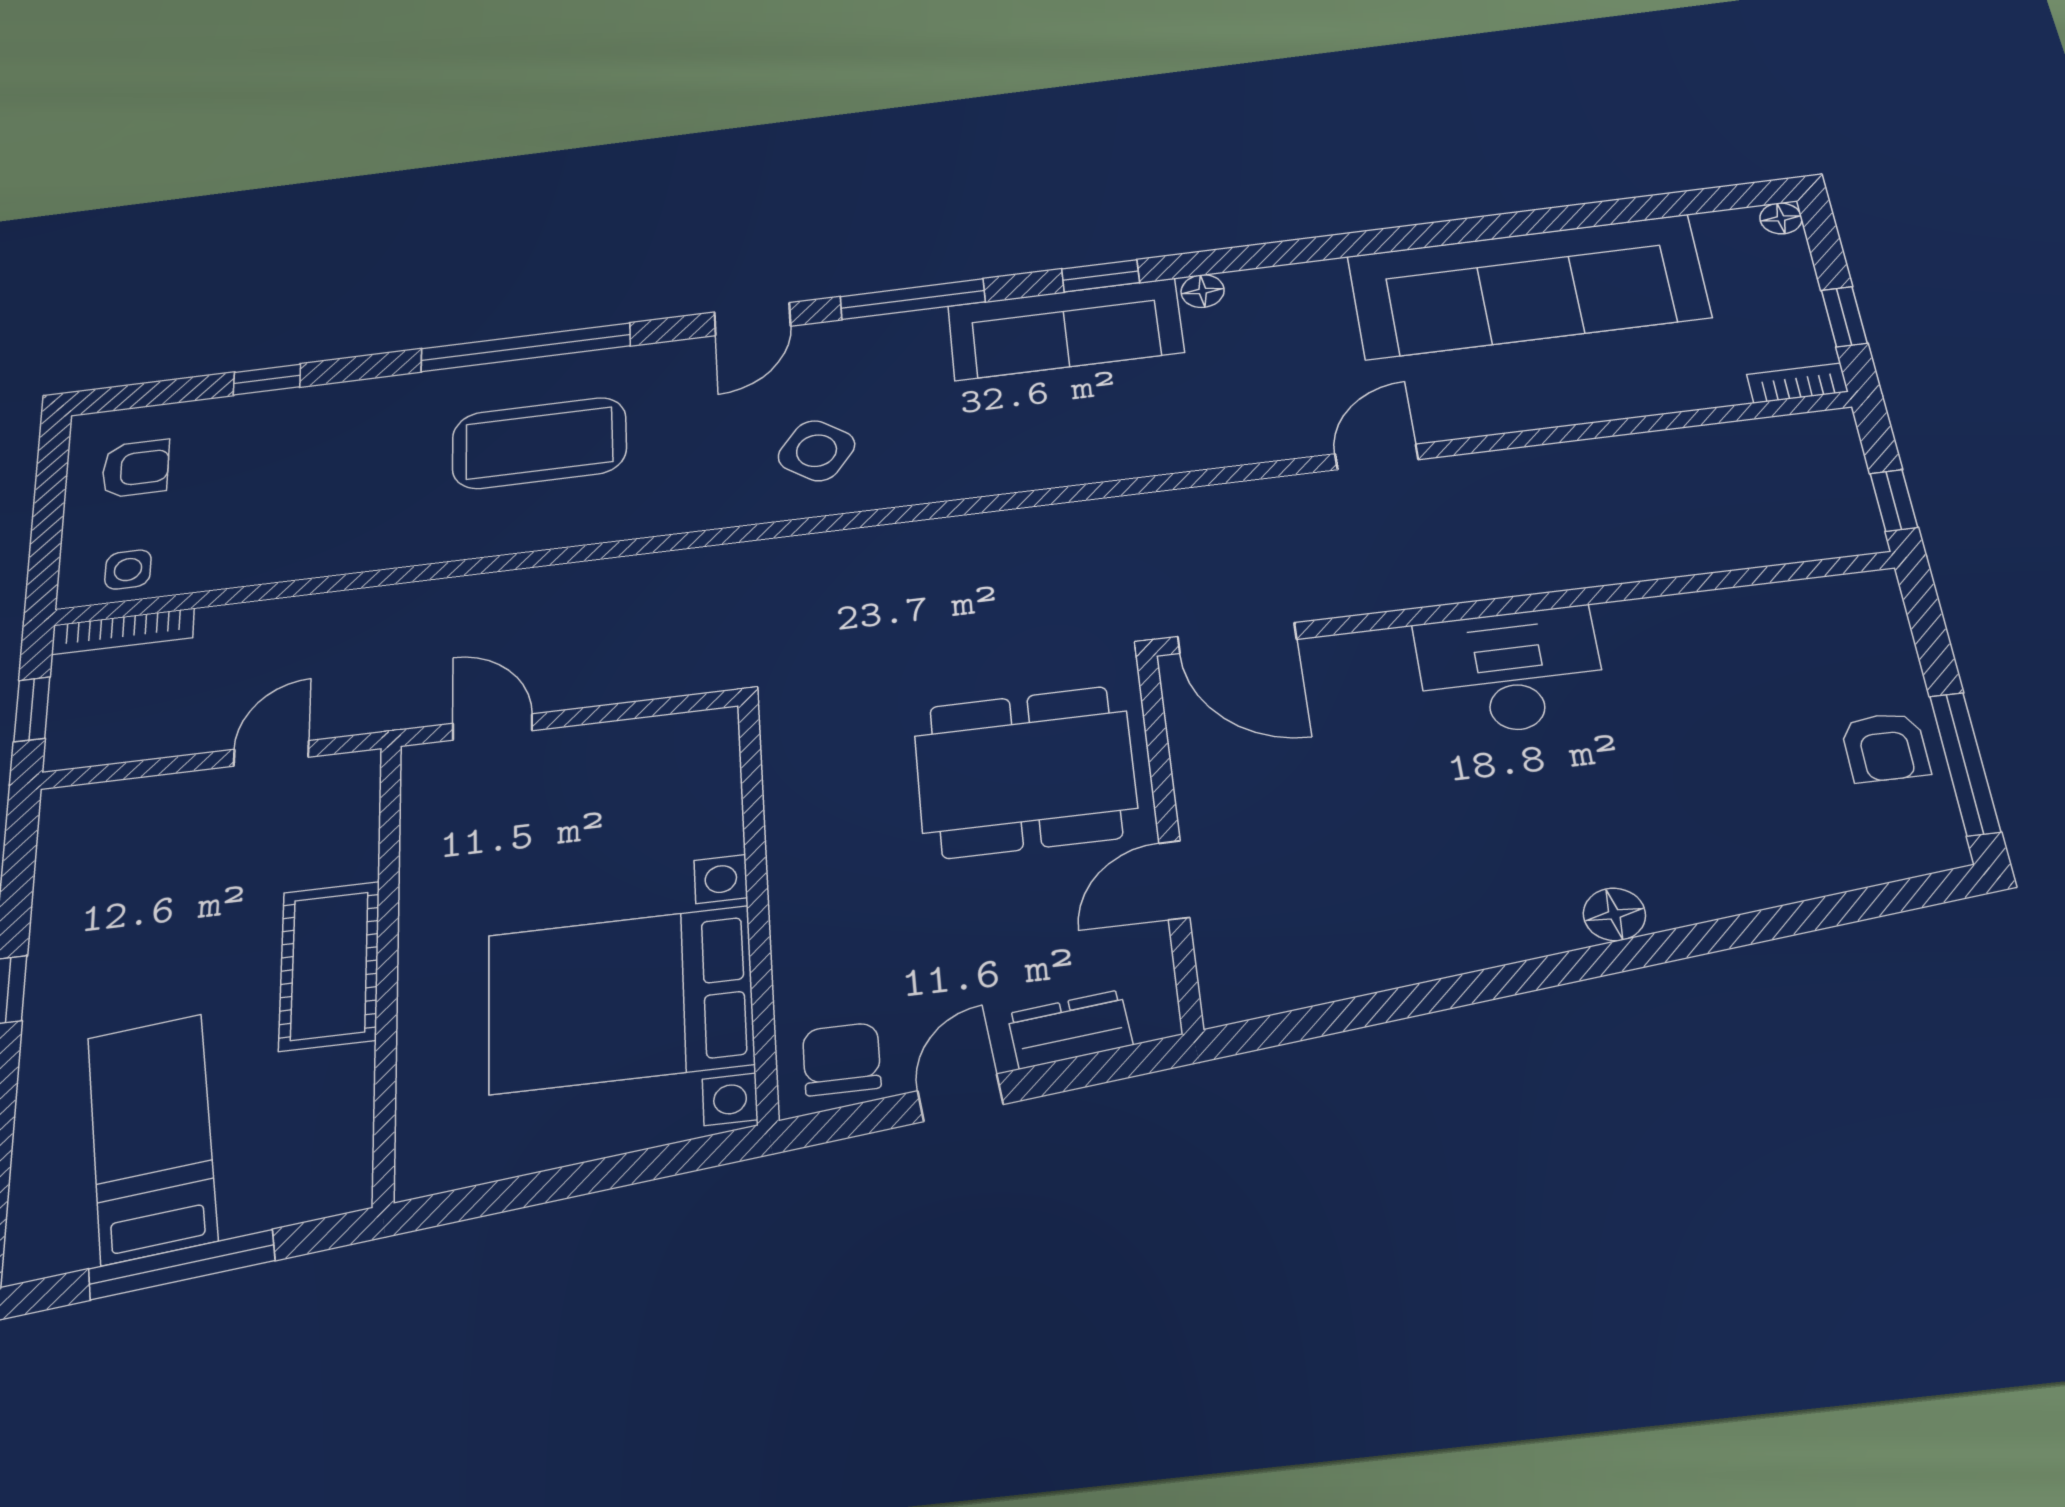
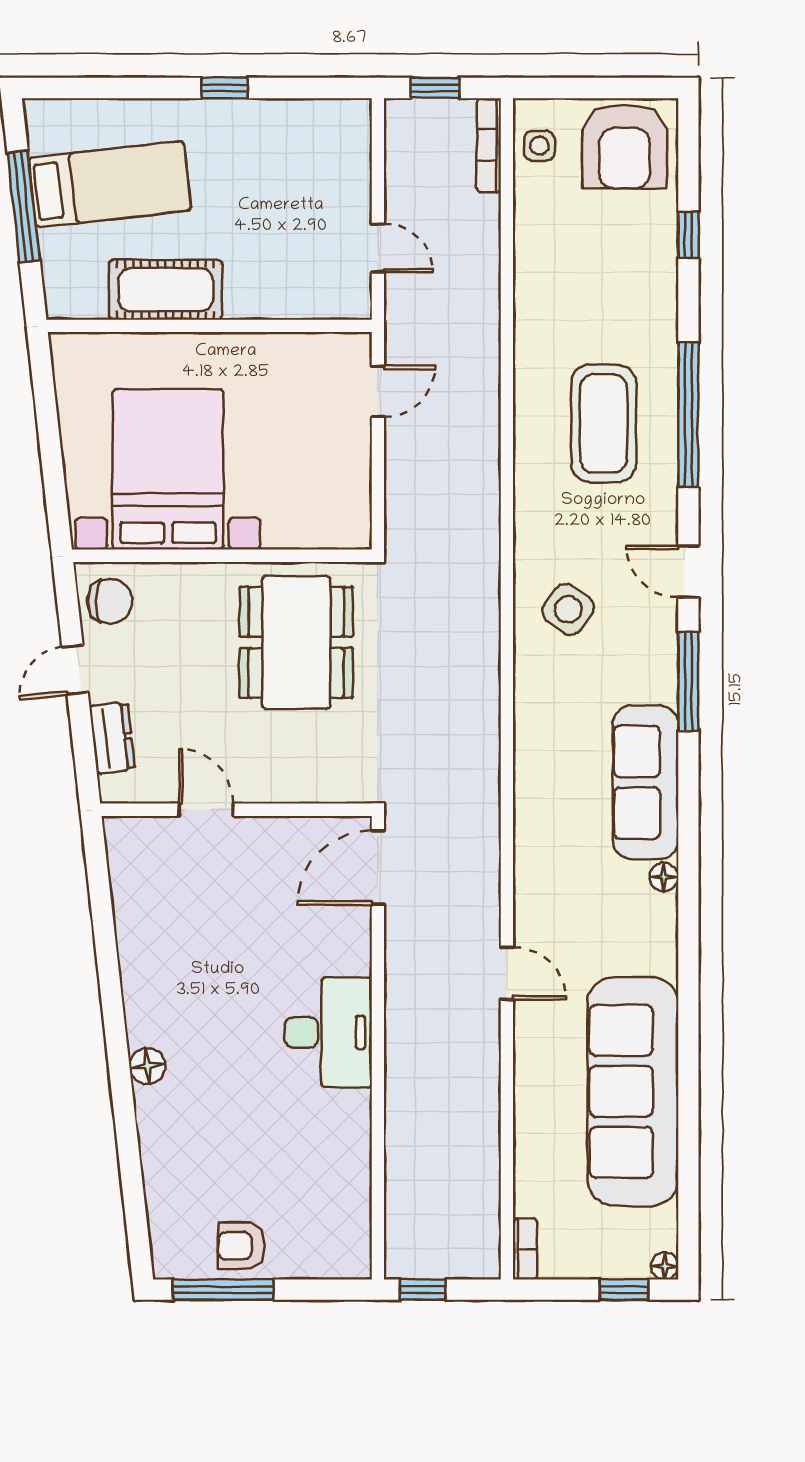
window: (1101, 276) -> (688, 810), removed
window: (1844, 317) -> (624, 1290), moved
armchair: (136, 468) -> (624, 146), width x1.88, depth x1.88
dining table: (1025, 772) -> (296, 642), moved
cot: (329, 966) -> (166, 290), moved
door: (960, 1098) -> (75, 670), swing flipped

